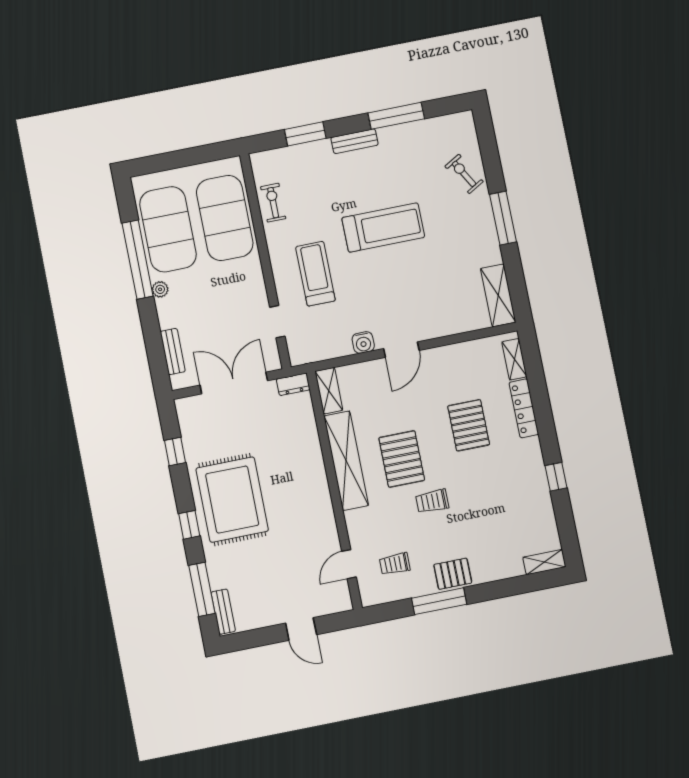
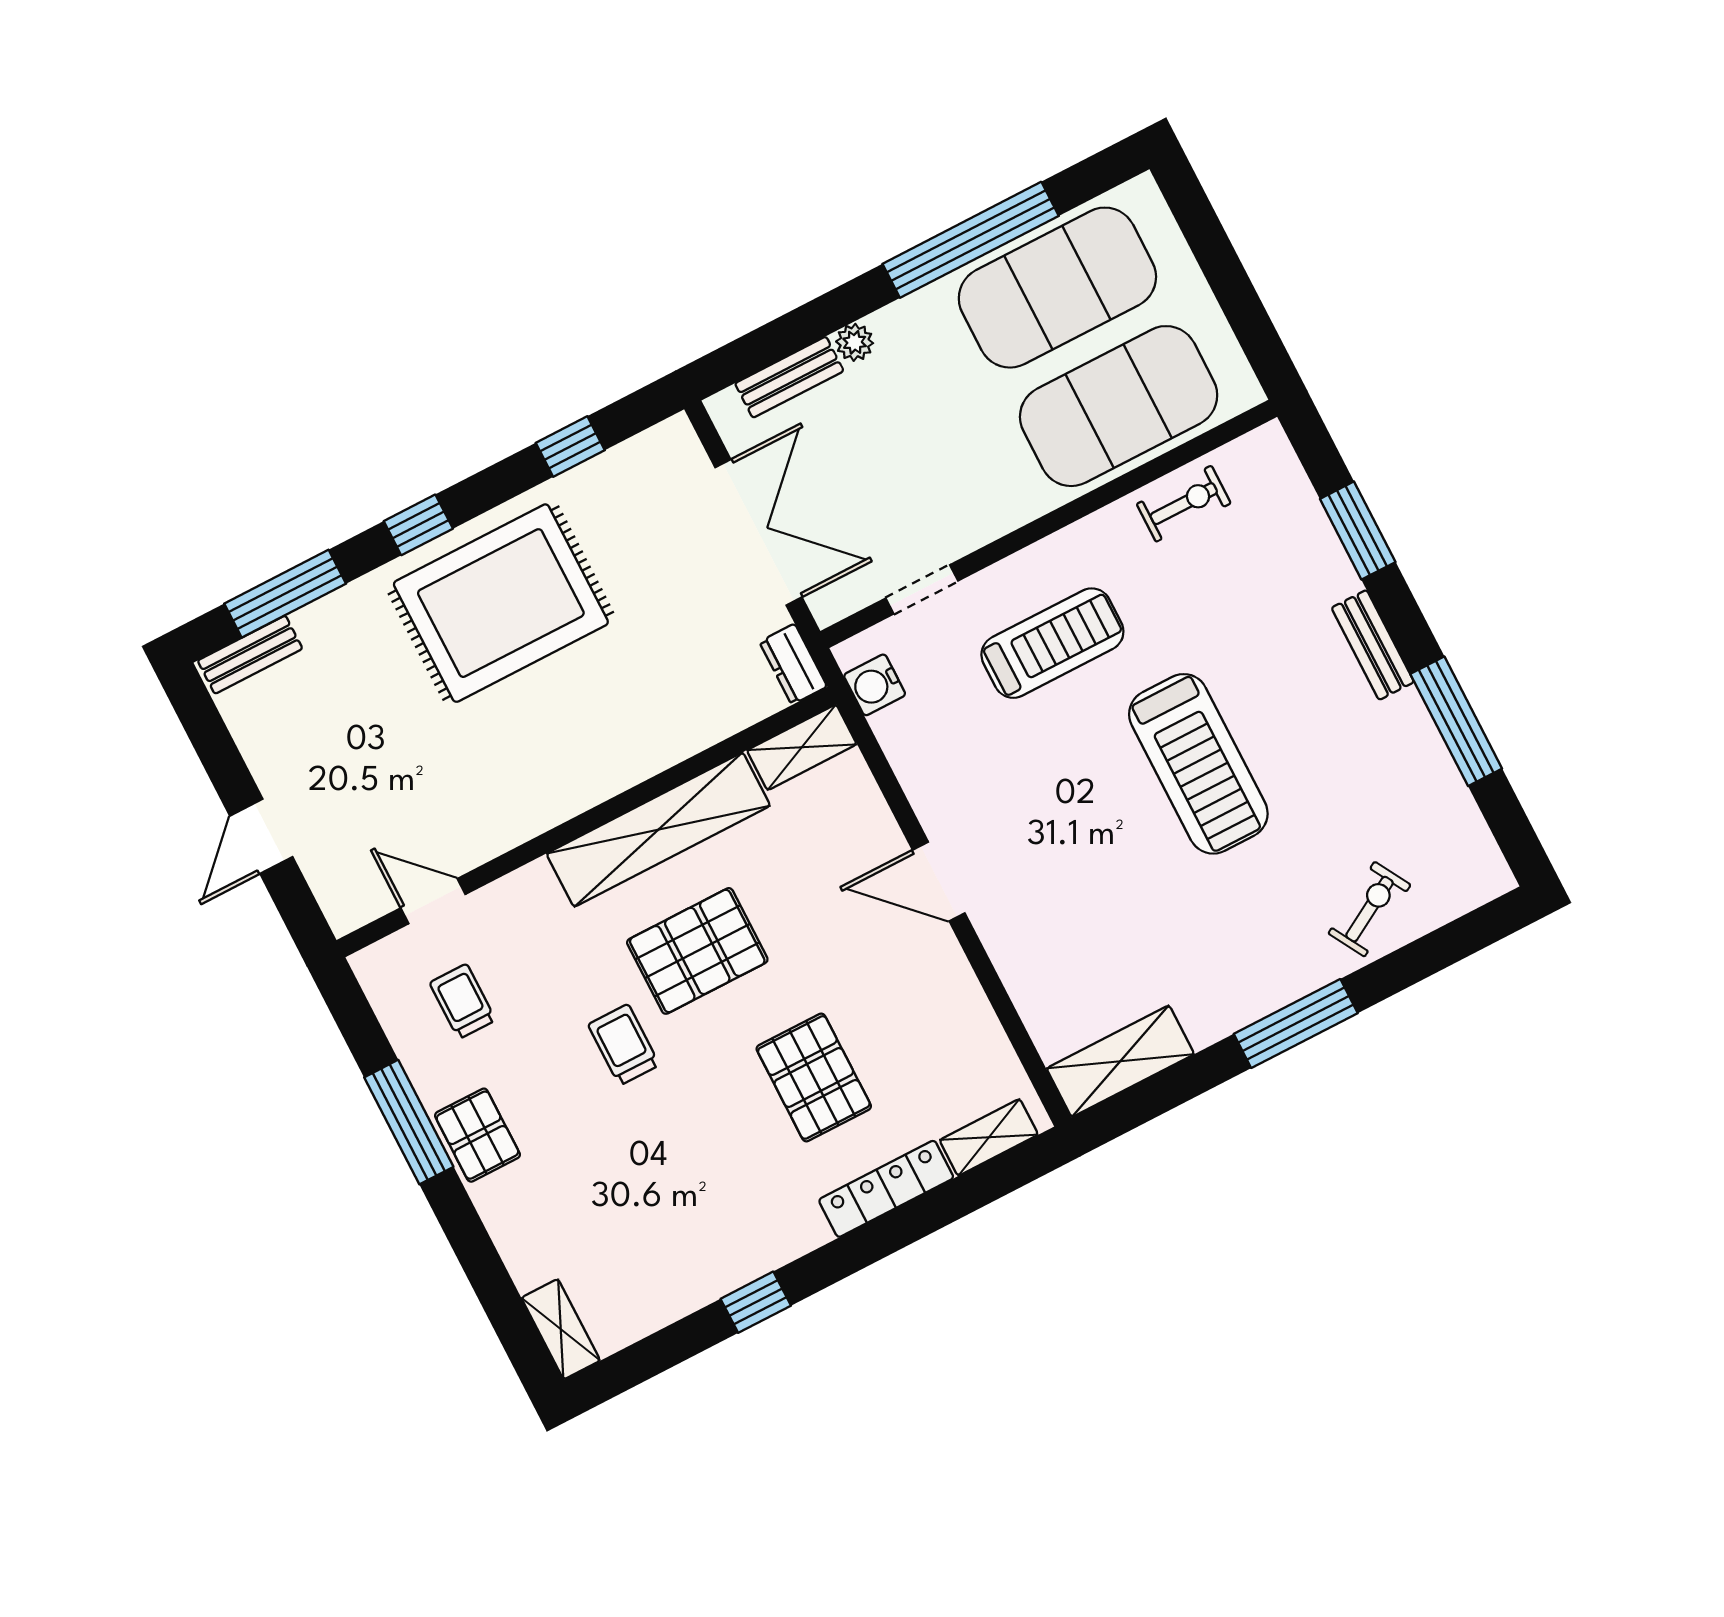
plant: (160, 289) -> (855, 342), moved
water cooler: (363, 342) -> (875, 685), moved
pallet: (469, 425) -> (814, 1077), turned 90

